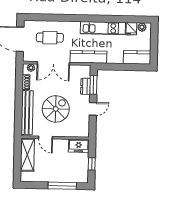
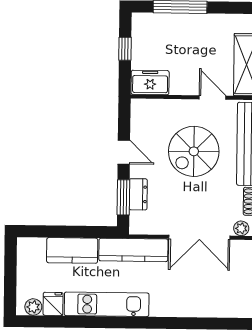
cafe table: (50, 38) -> (206, 286), removed
kitchen counter: (137, 57) -> (72, 250), moved
double door: (53, 63) -> (199, 237), swing flipped
door: (93, 109) -> (124, 152), swing flipped

